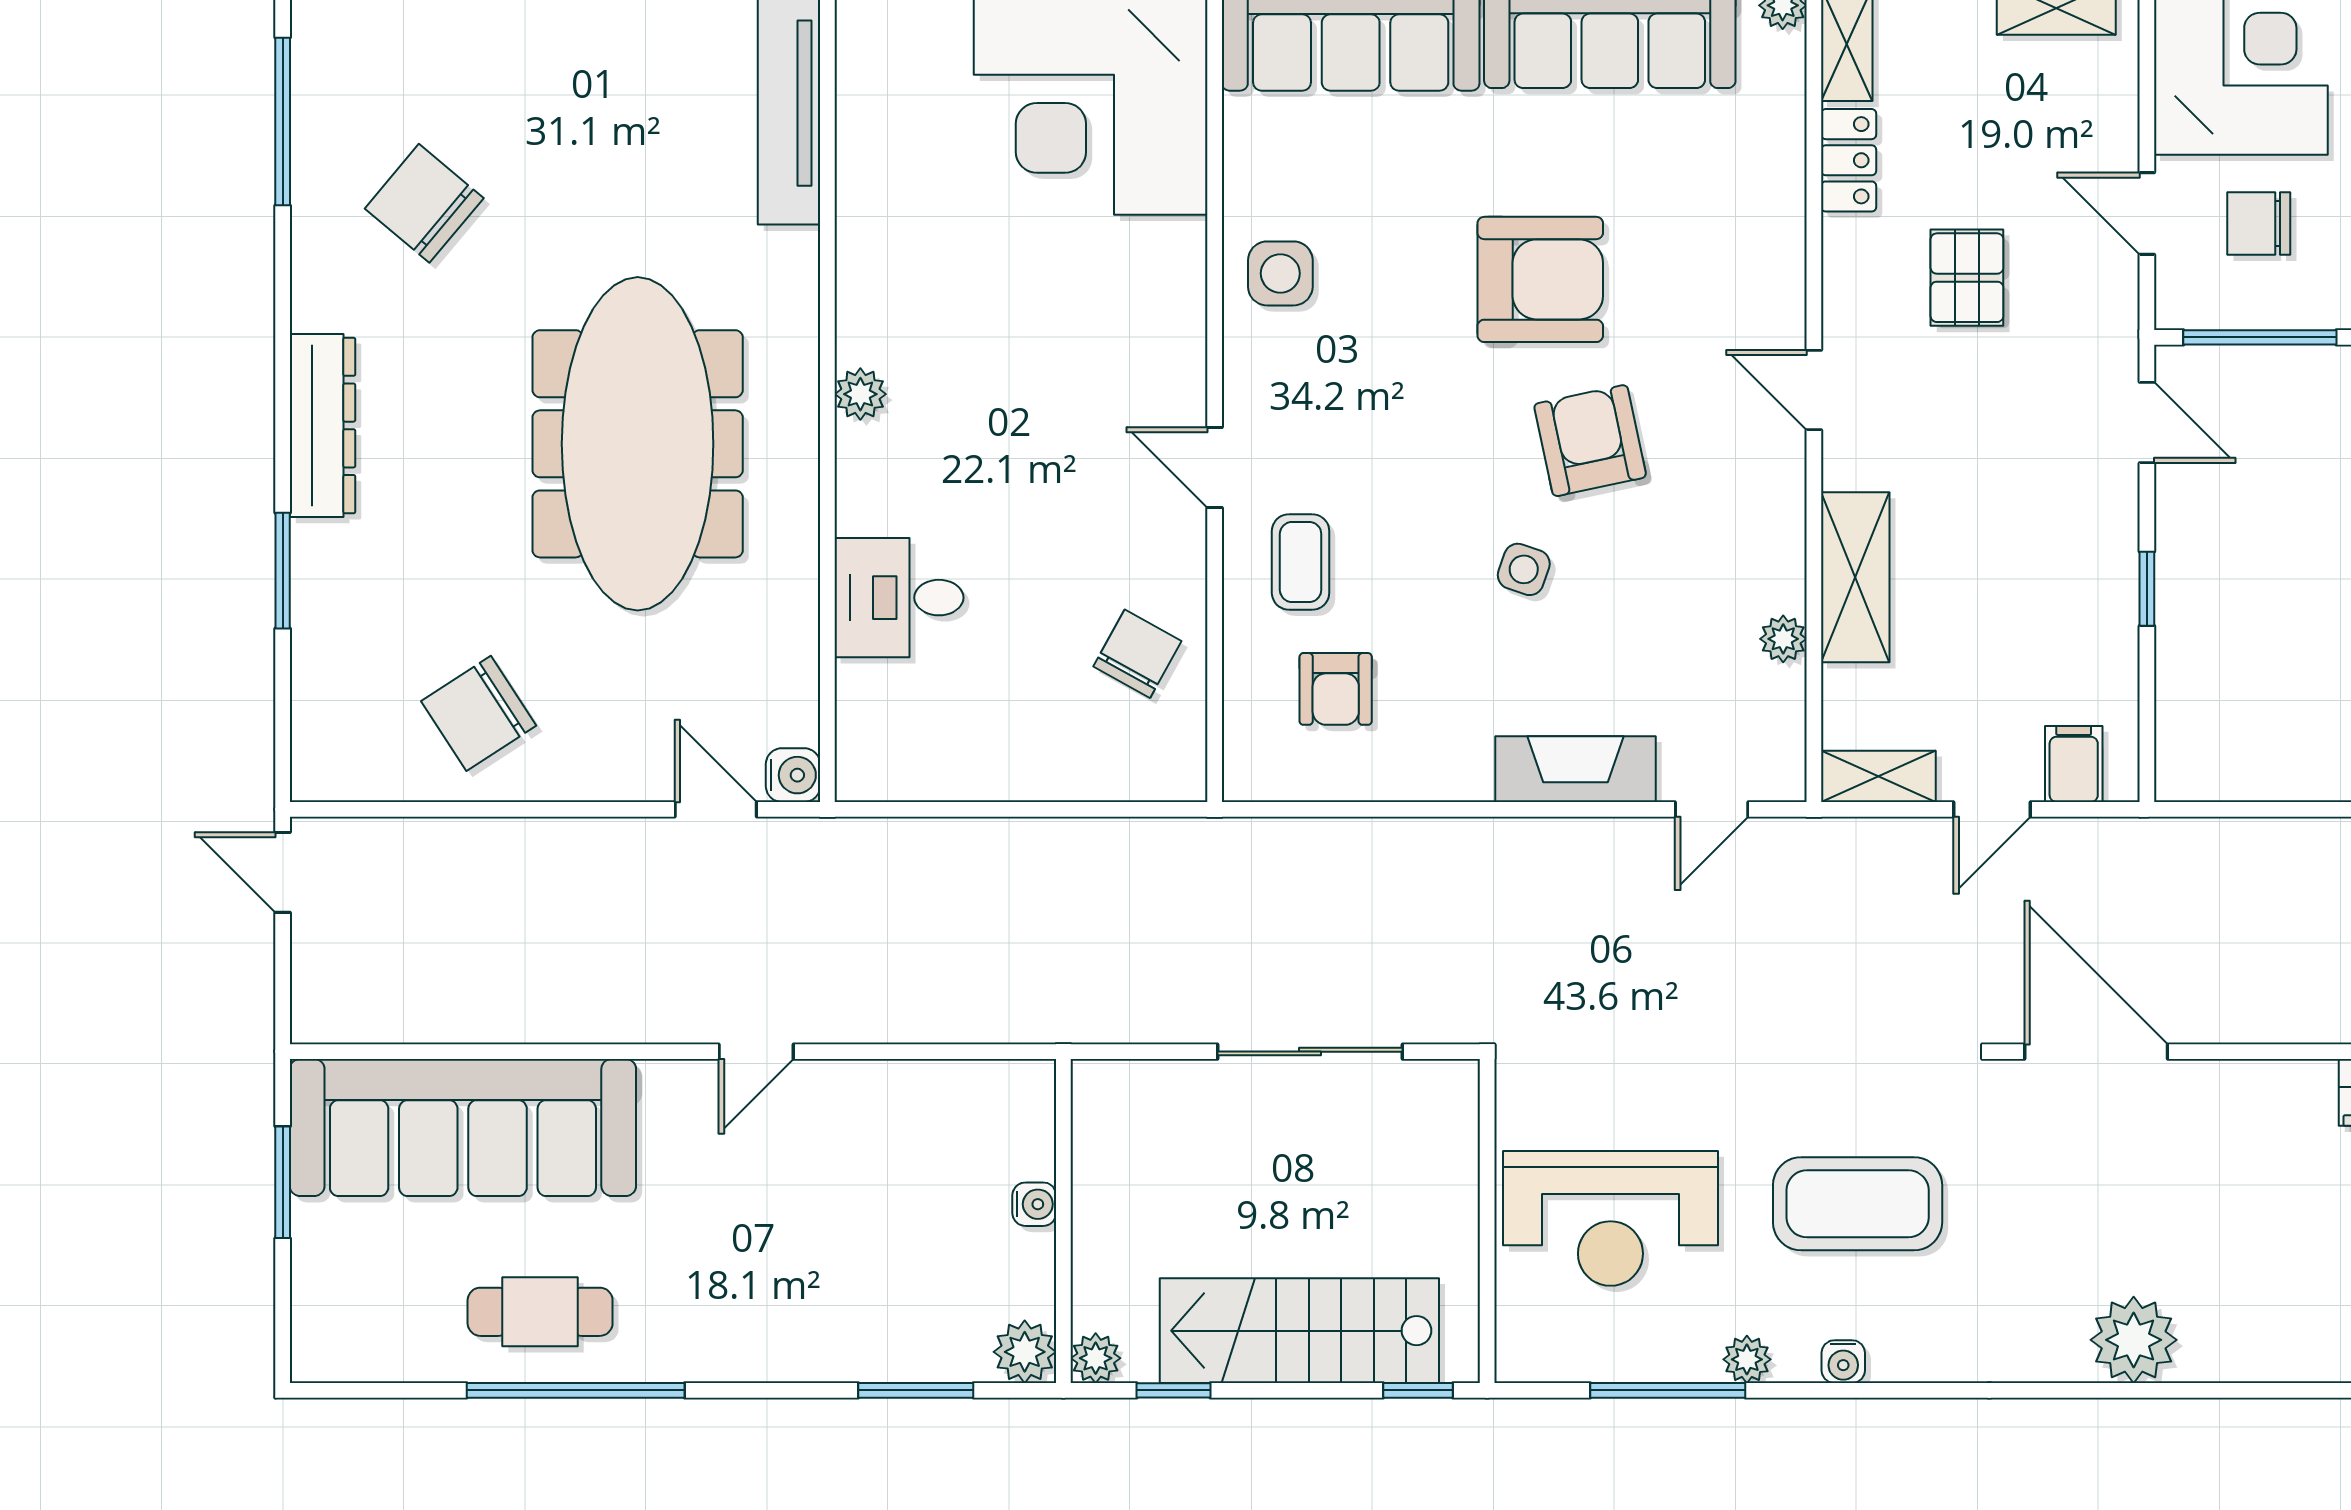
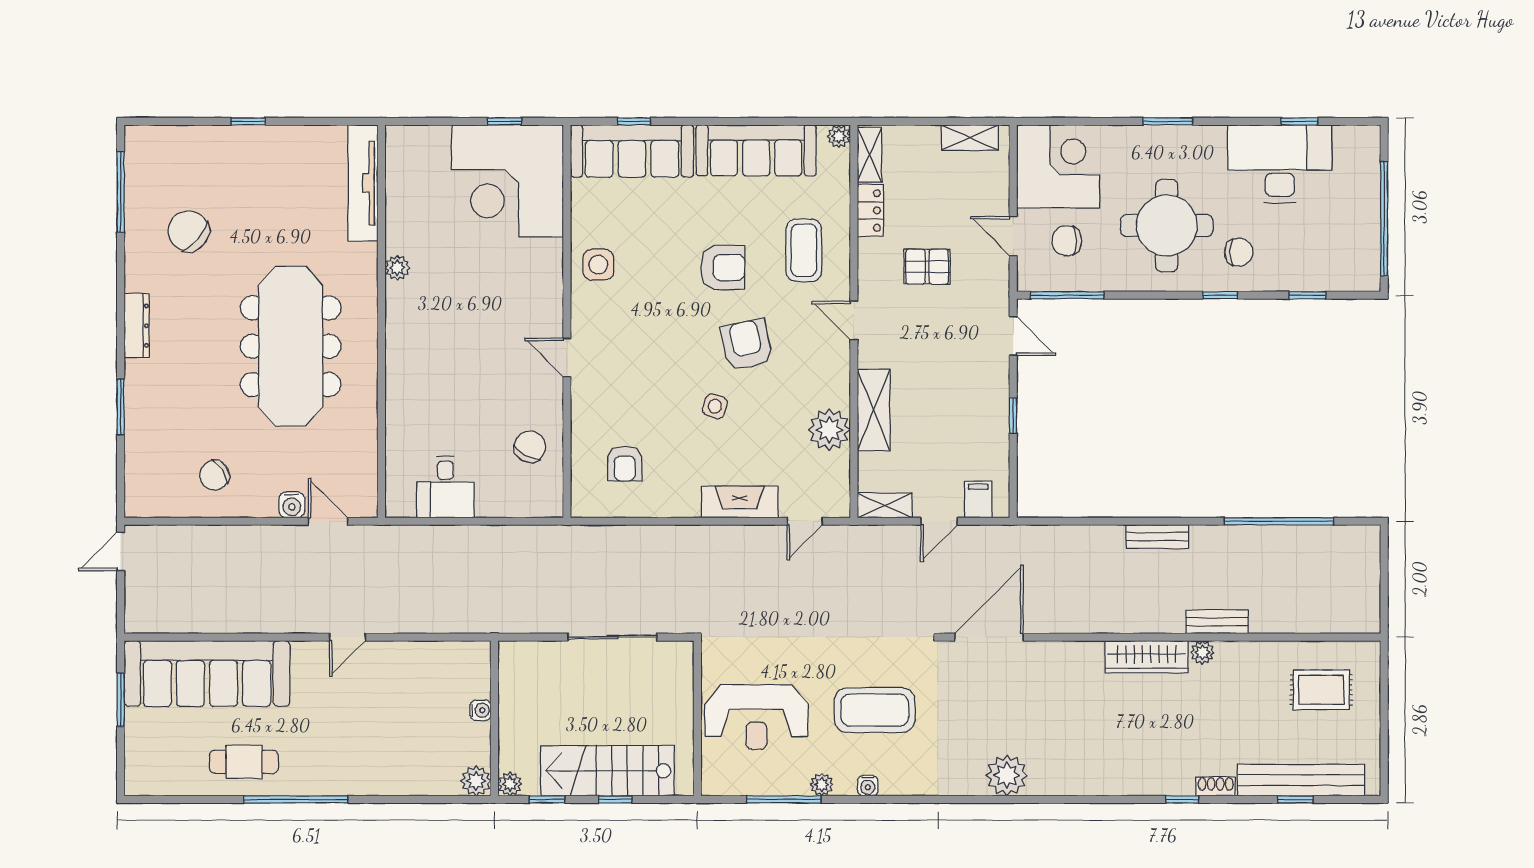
pallet: (1967, 278) -> (927, 267), turned 90
armchair: (1540, 279) -> (723, 267), width x0.73, depth x0.73
plant: (860, 394) -> (397, 268), moved
dresser: (323, 425) -> (137, 326), width x0.73, depth x0.80
coffee table: (1301, 562) -> (804, 250), moved, width x1.36, depth x1.30
desk: (899, 598) -> (445, 487), moved, turned -90
plant: (1783, 639) -> (829, 430), width x1.88, depth x1.88
chair: (479, 713) -> (214, 475), width x0.73, depth x0.73
water cooler: (793, 775) -> (292, 505), moved, turned 90
door: (283, 872) -> (121, 551), hinge flipped
door: (2096, 1052) -> (989, 637), hinge flipped
window: (576, 1390) -> (296, 799), moved
window: (916, 1390) -> (424, 799), removed
window: (1418, 1390) -> (615, 799), moved

